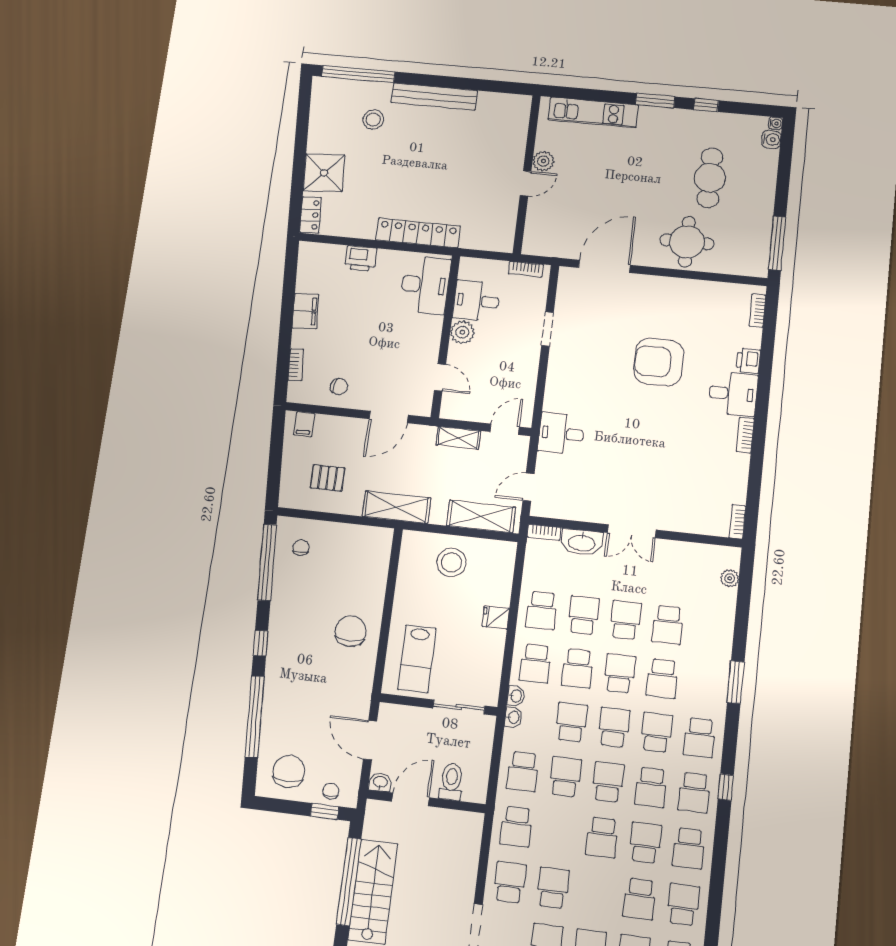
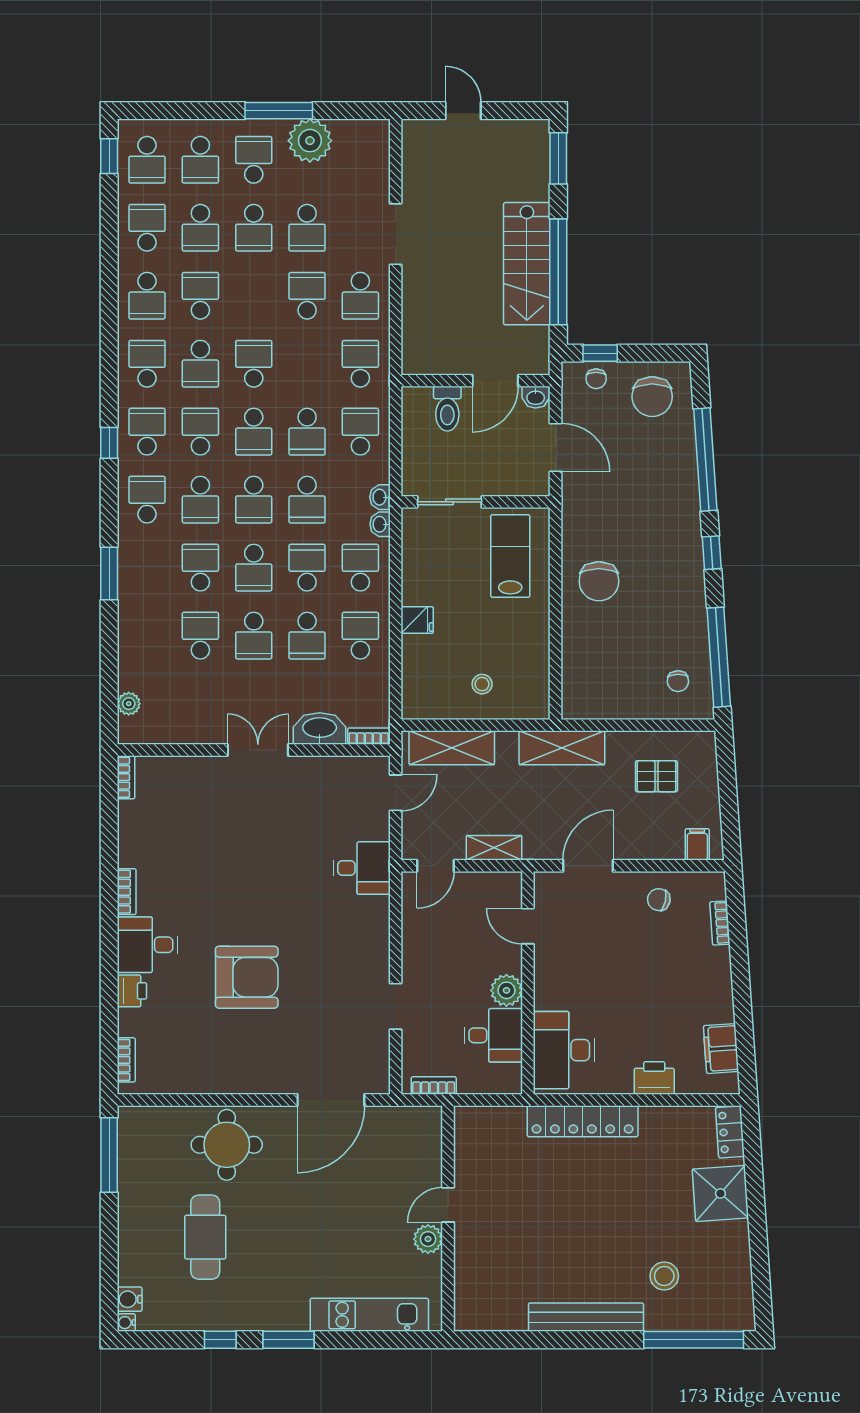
filing cabinet: (305, 311) -> (721, 1049), moved
stool: (452, 562) -> (482, 684), width x0.53, depth x0.53
school desk: (553, 888) -> (307, 296), turned 180

